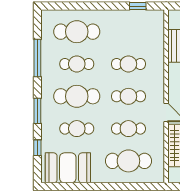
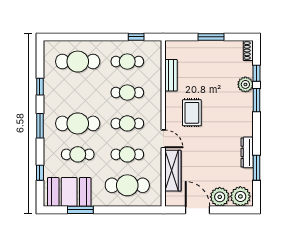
window: (37, 58) -> (40, 87), width x0.46
cafe table: (77, 64) -> (127, 62), moved
window: (37, 111) -> (40, 126), moved
window: (80, 187) -> (80, 210), added

